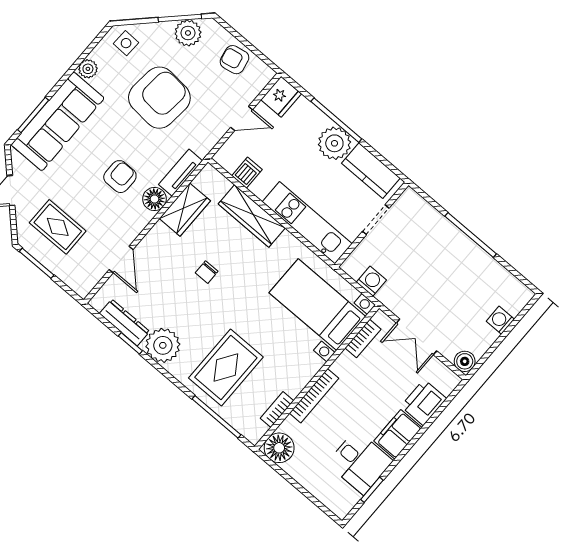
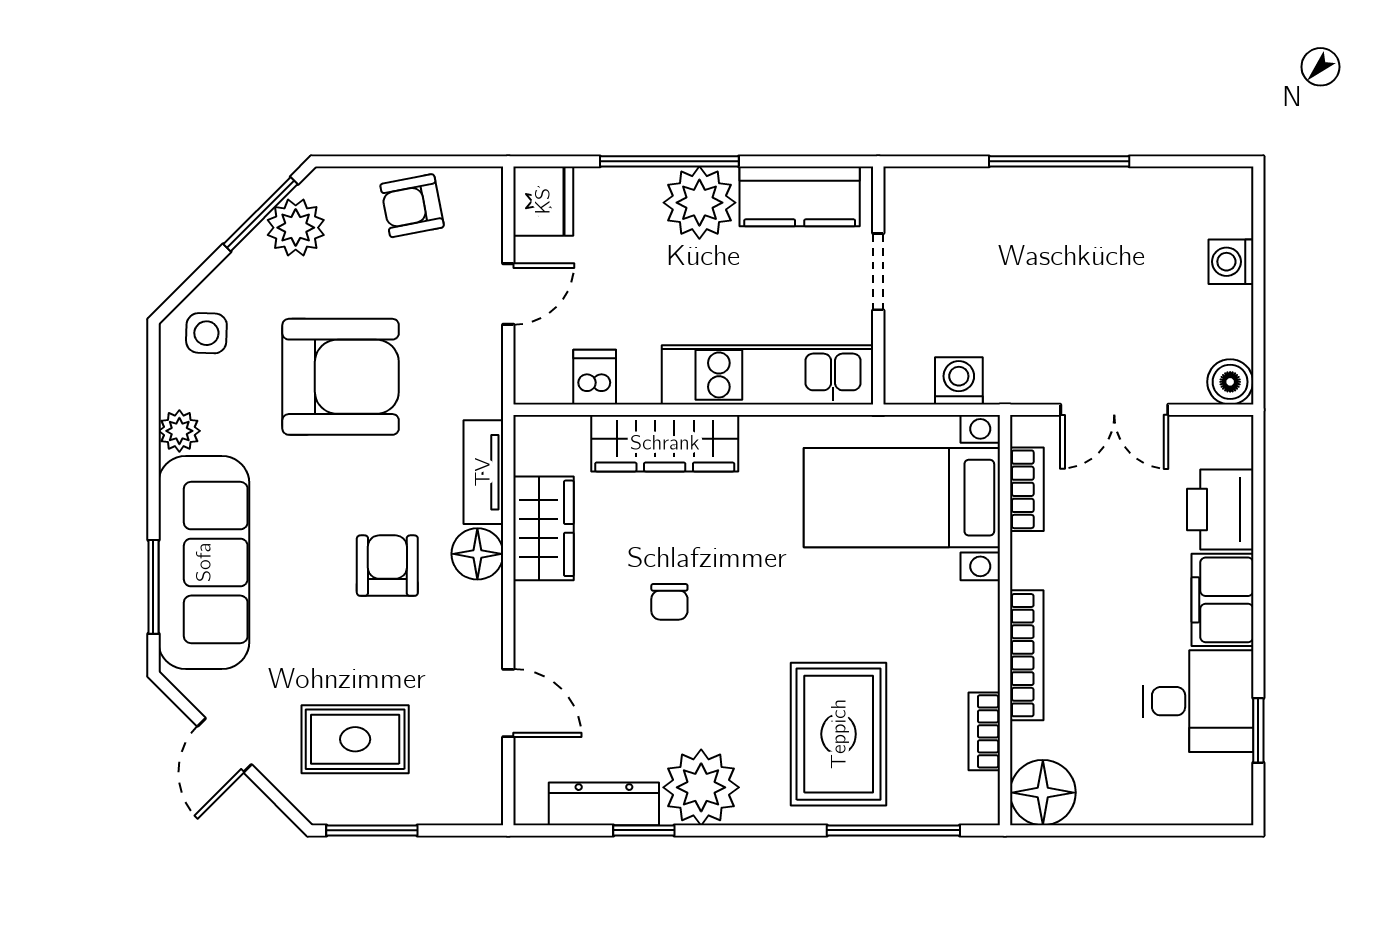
armchair: (159, 98) -> (341, 377), turned 85

